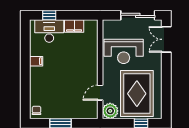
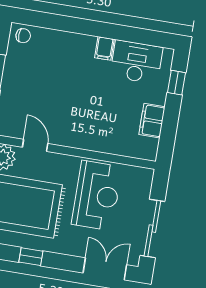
desk: (49, 31) -> (136, 62), moved, turned -90
reception desk: (124, 51) -> (97, 195), turned 180
window: (166, 84) -> (31, 257), added

